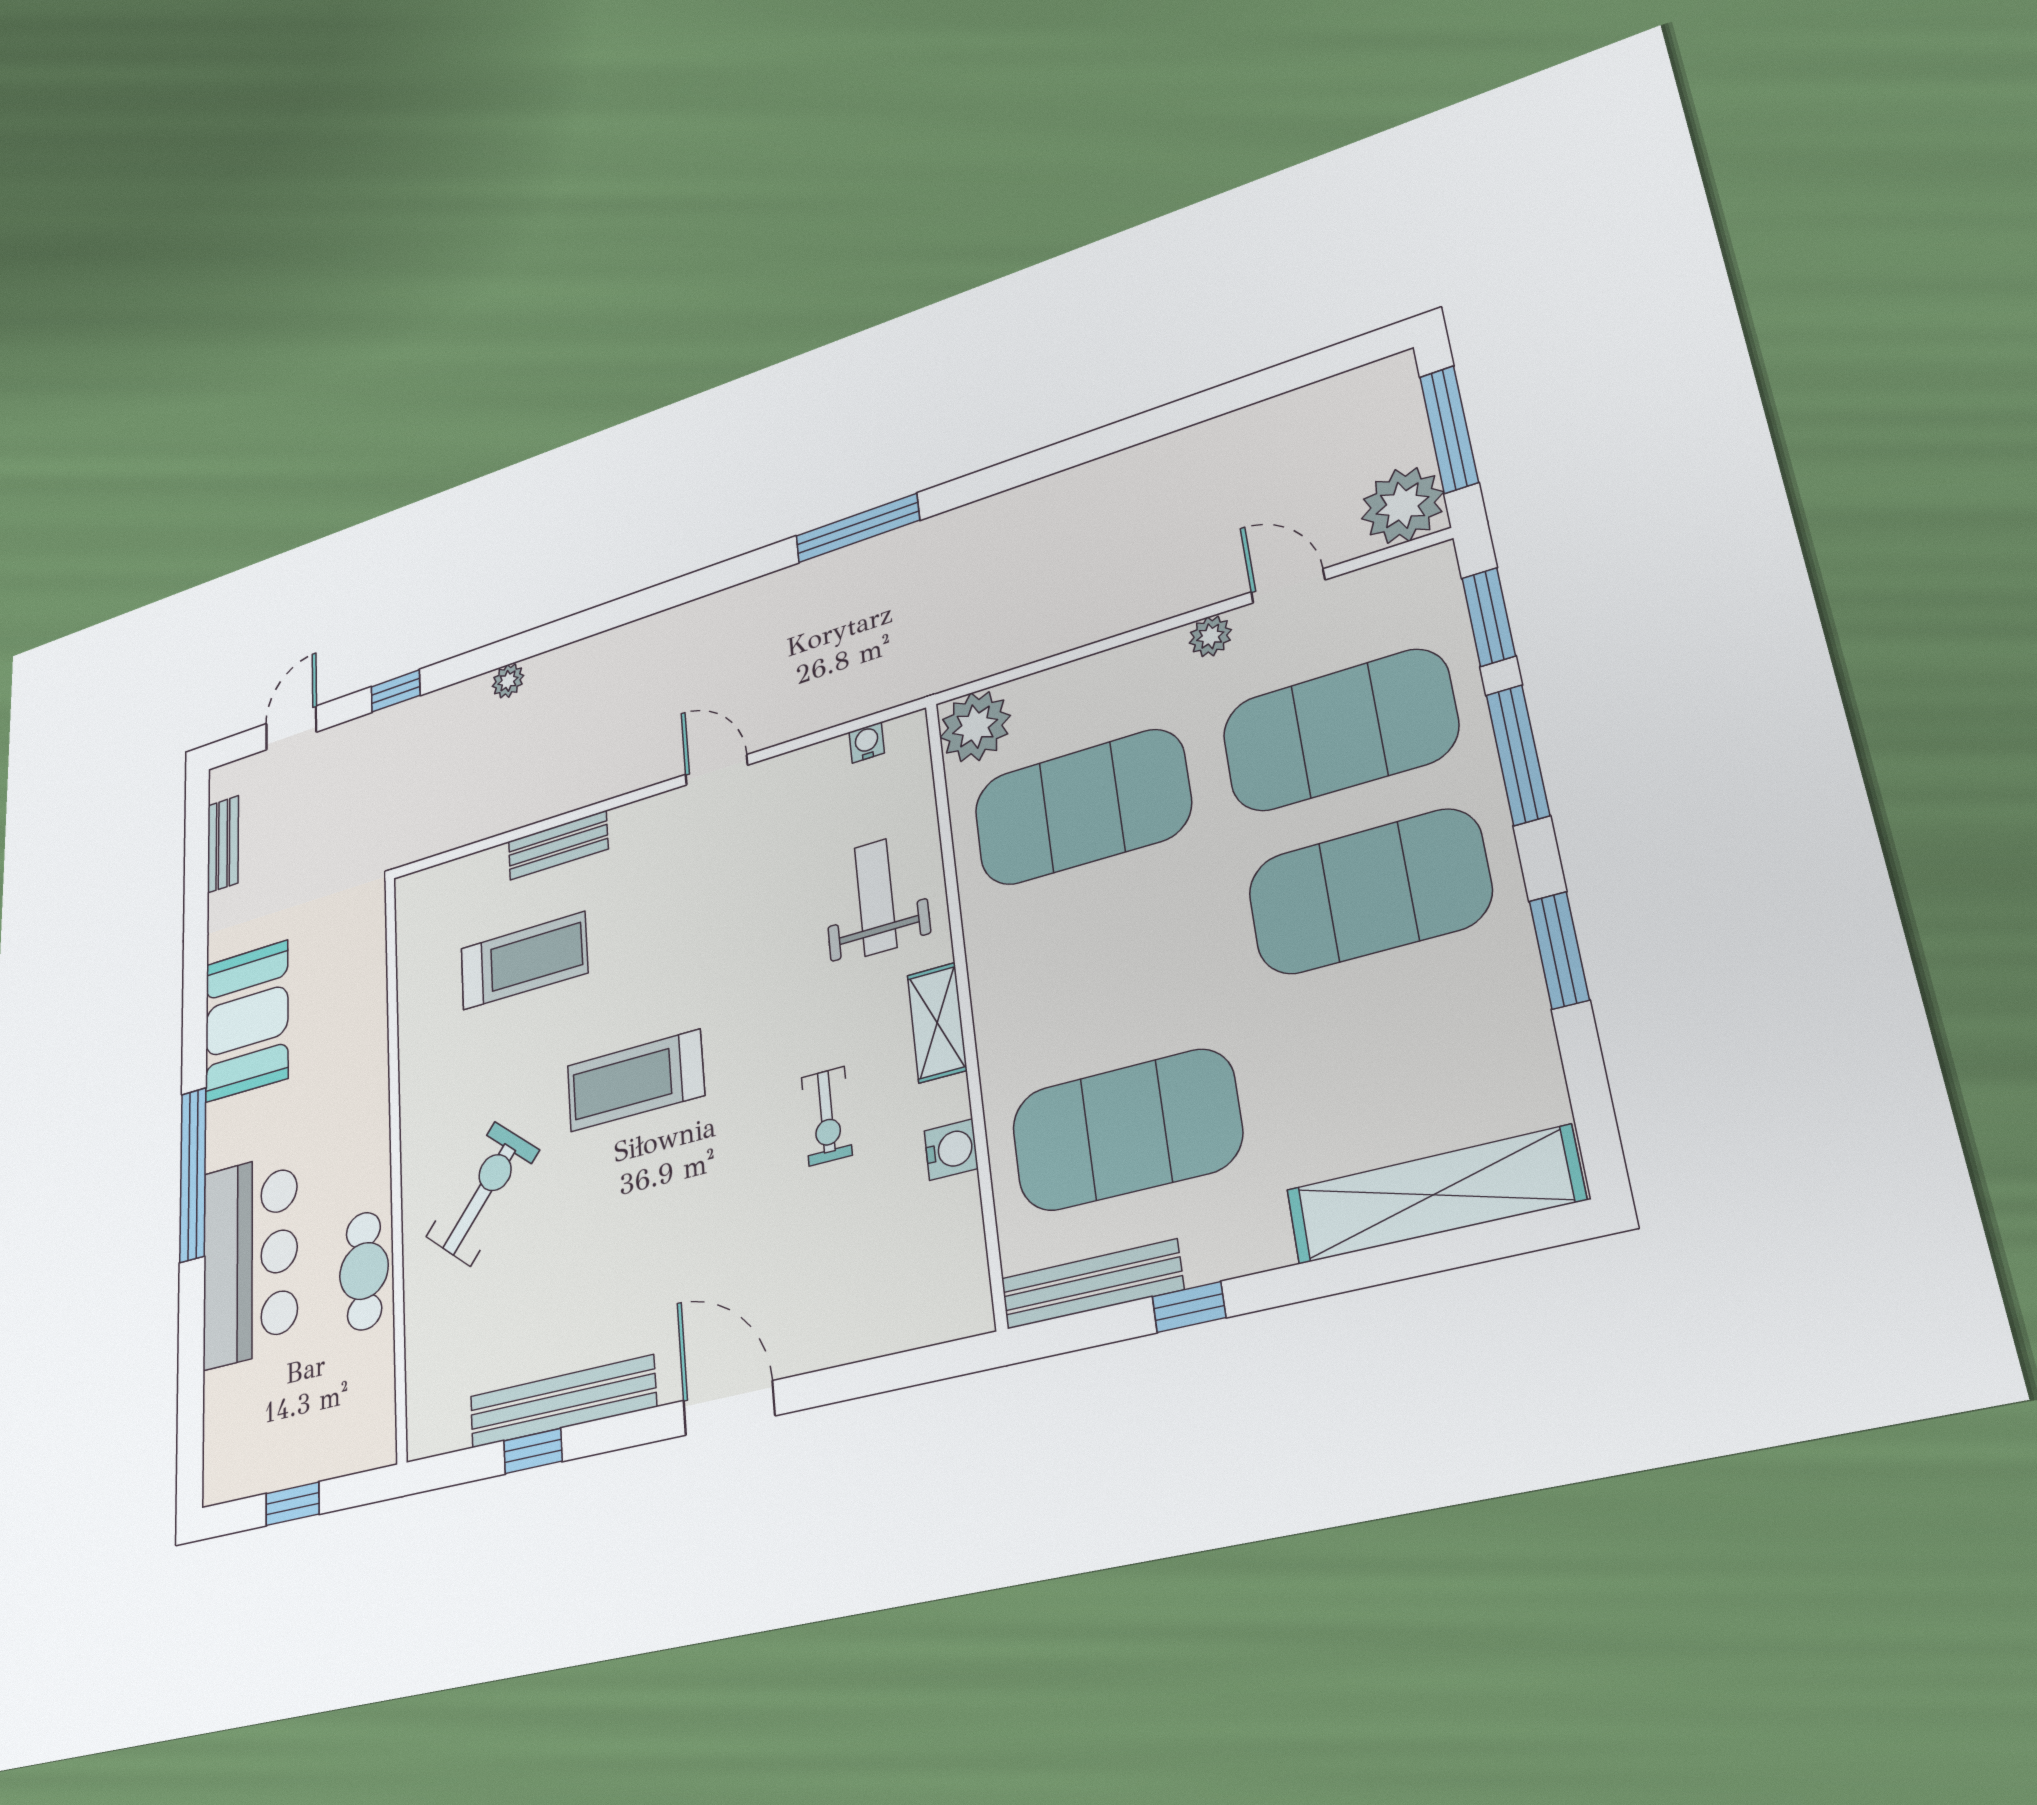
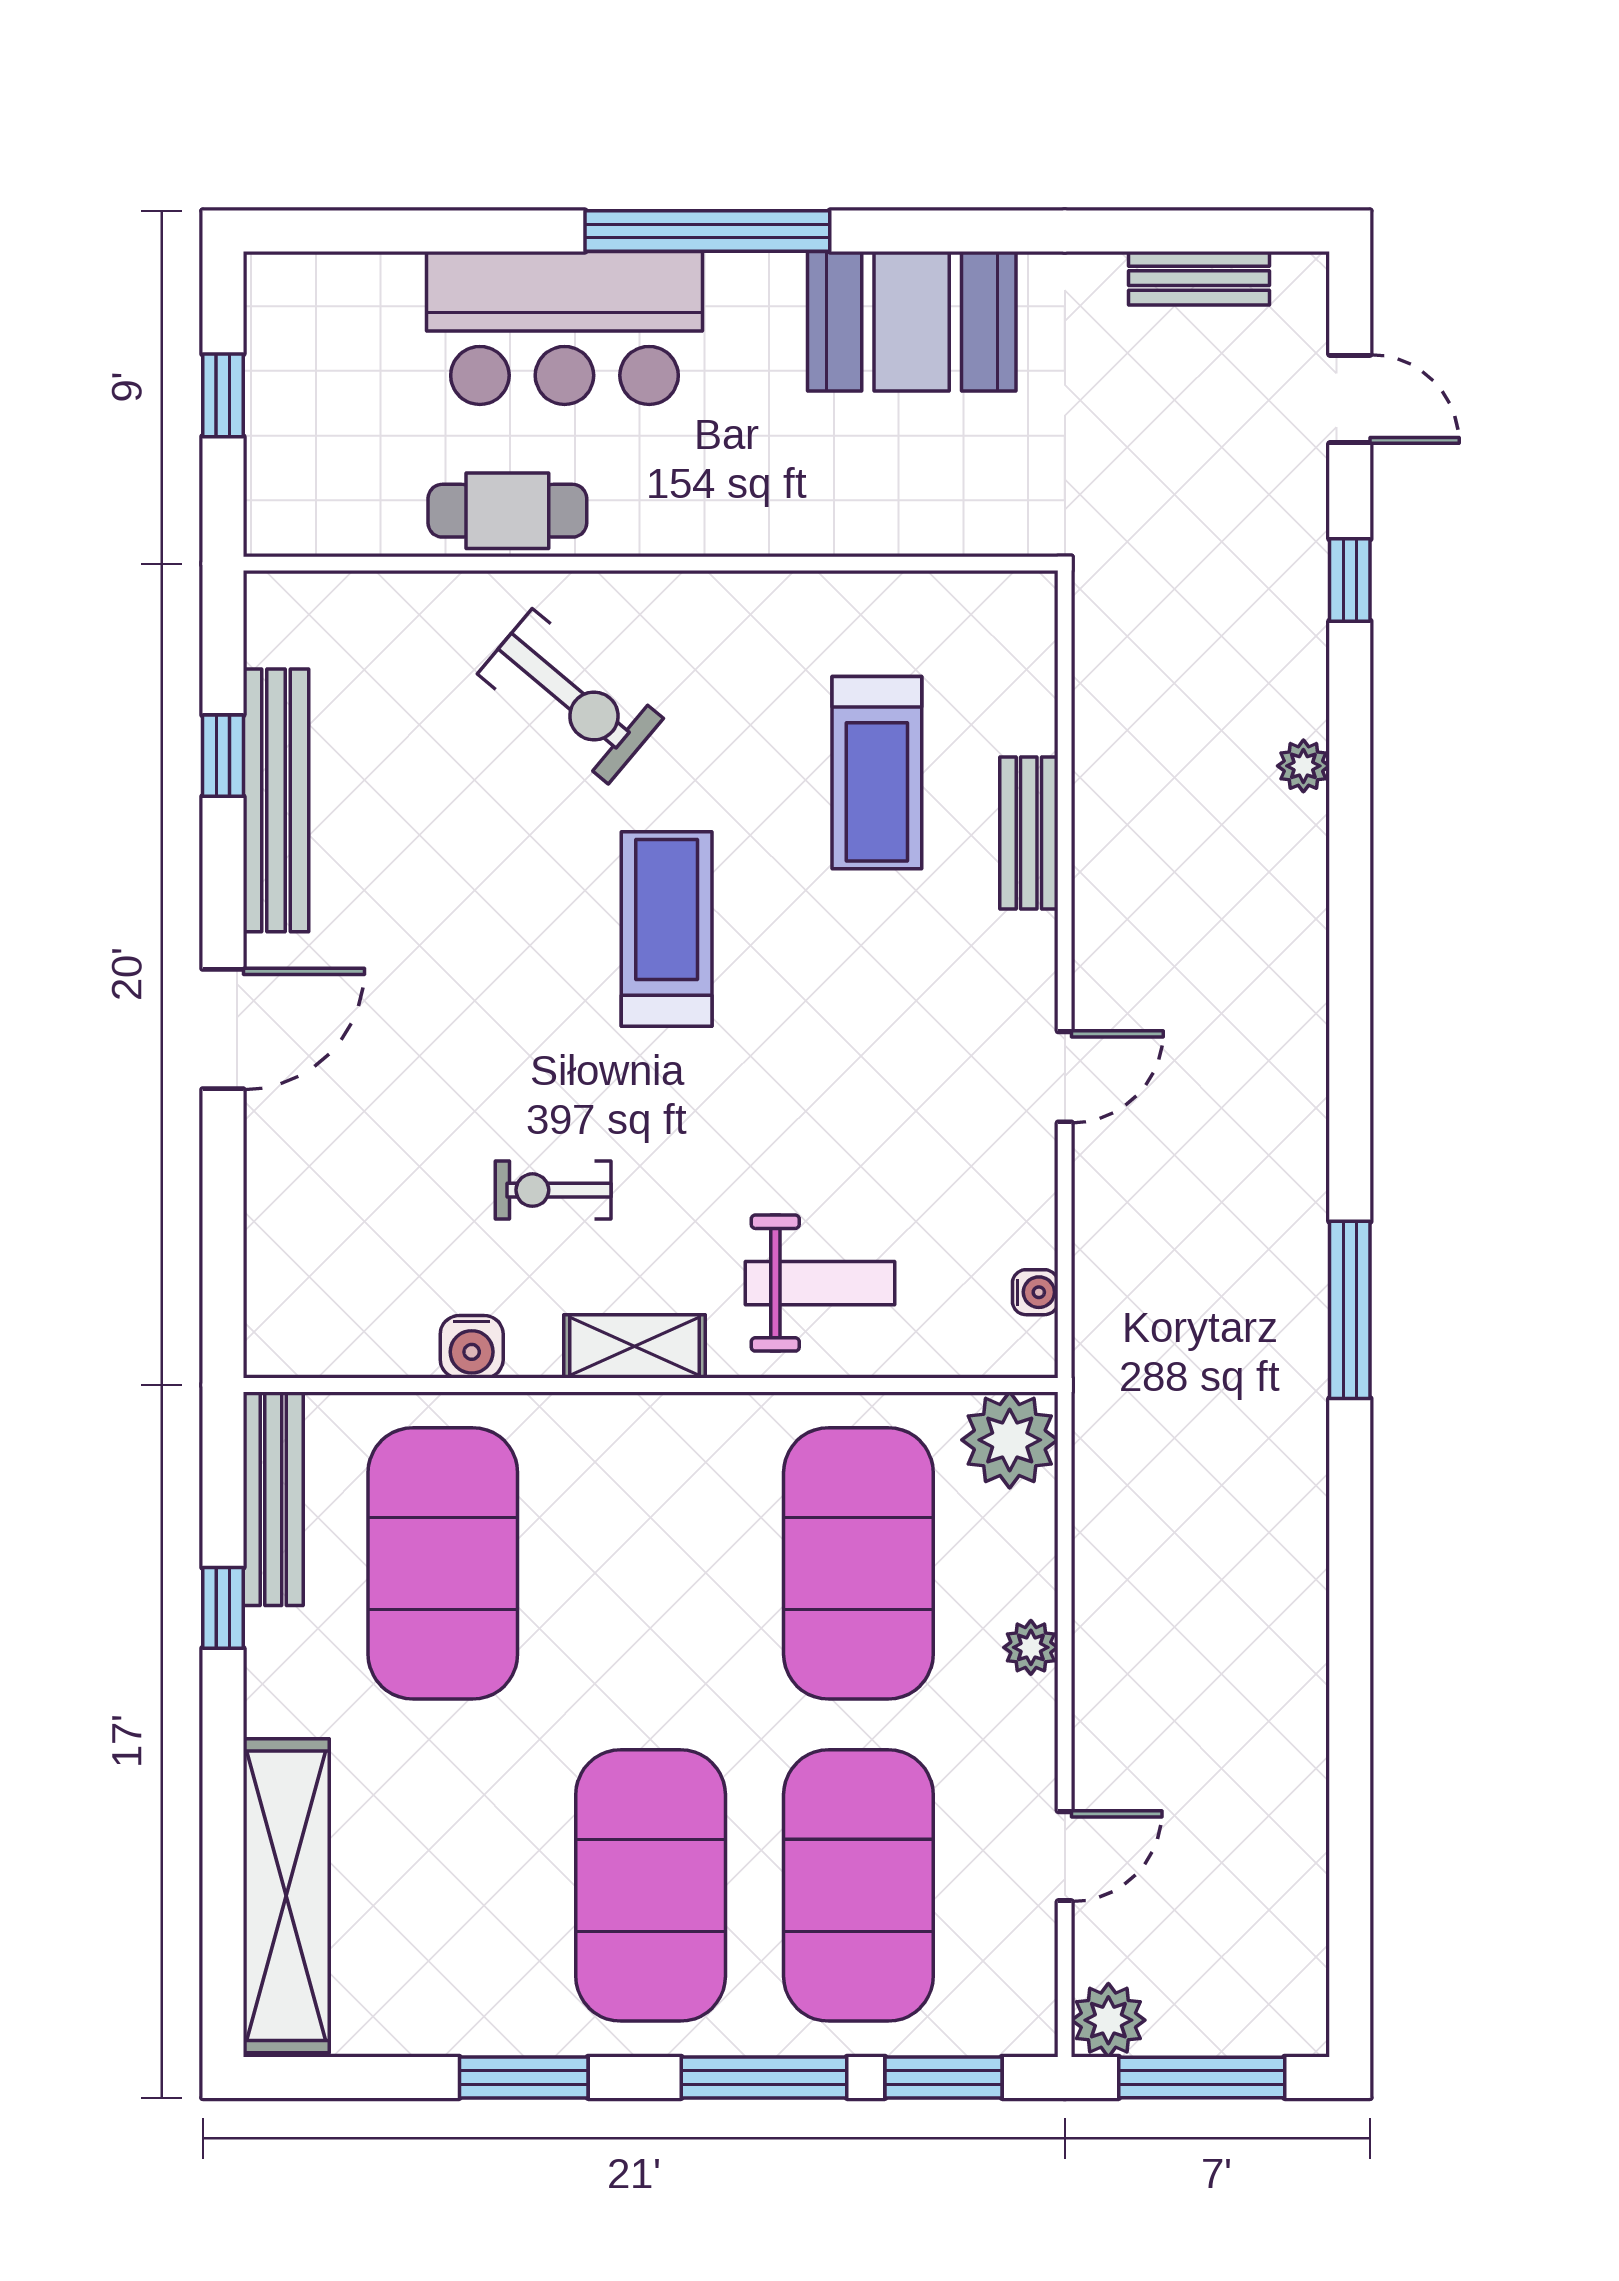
plant: (1402, 505) -> (1108, 2020), width x0.73, depth x0.73
plant: (1210, 636) -> (1031, 1647), moved

